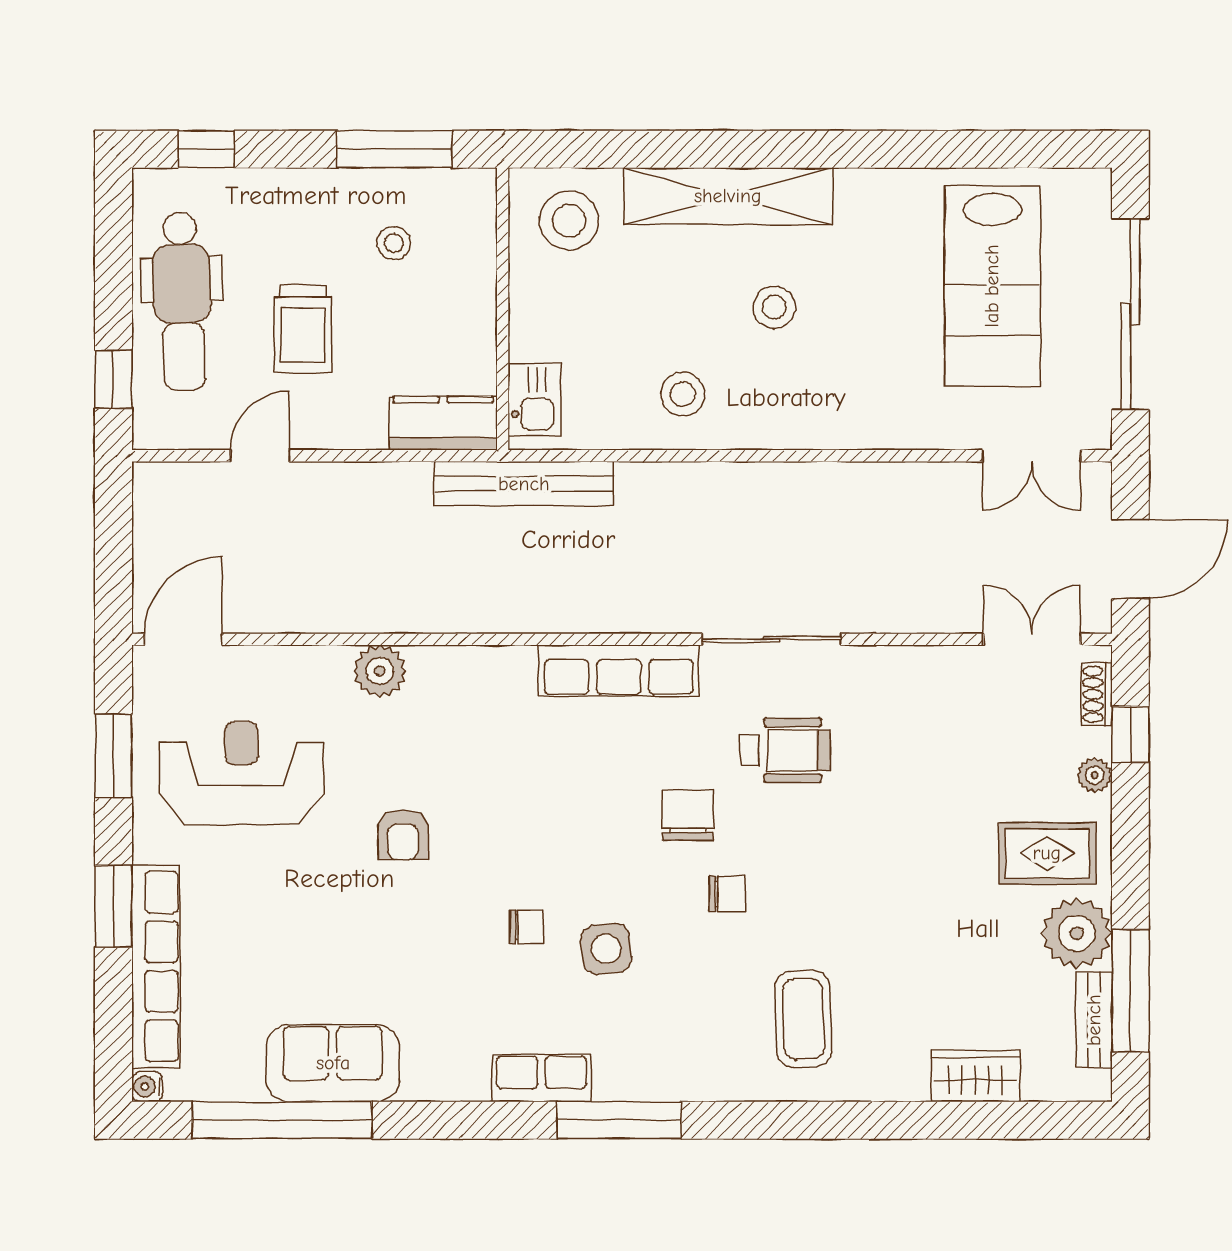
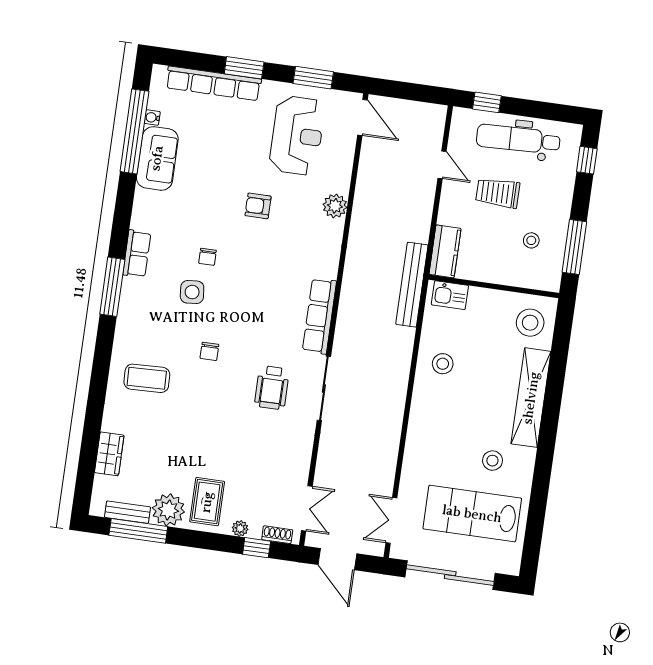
stool: (774, 307) -> (492, 461), moved
chair: (688, 815) -> (248, 338), removed
water cooler: (147, 1087) -> (152, 117), moved, turned -90

